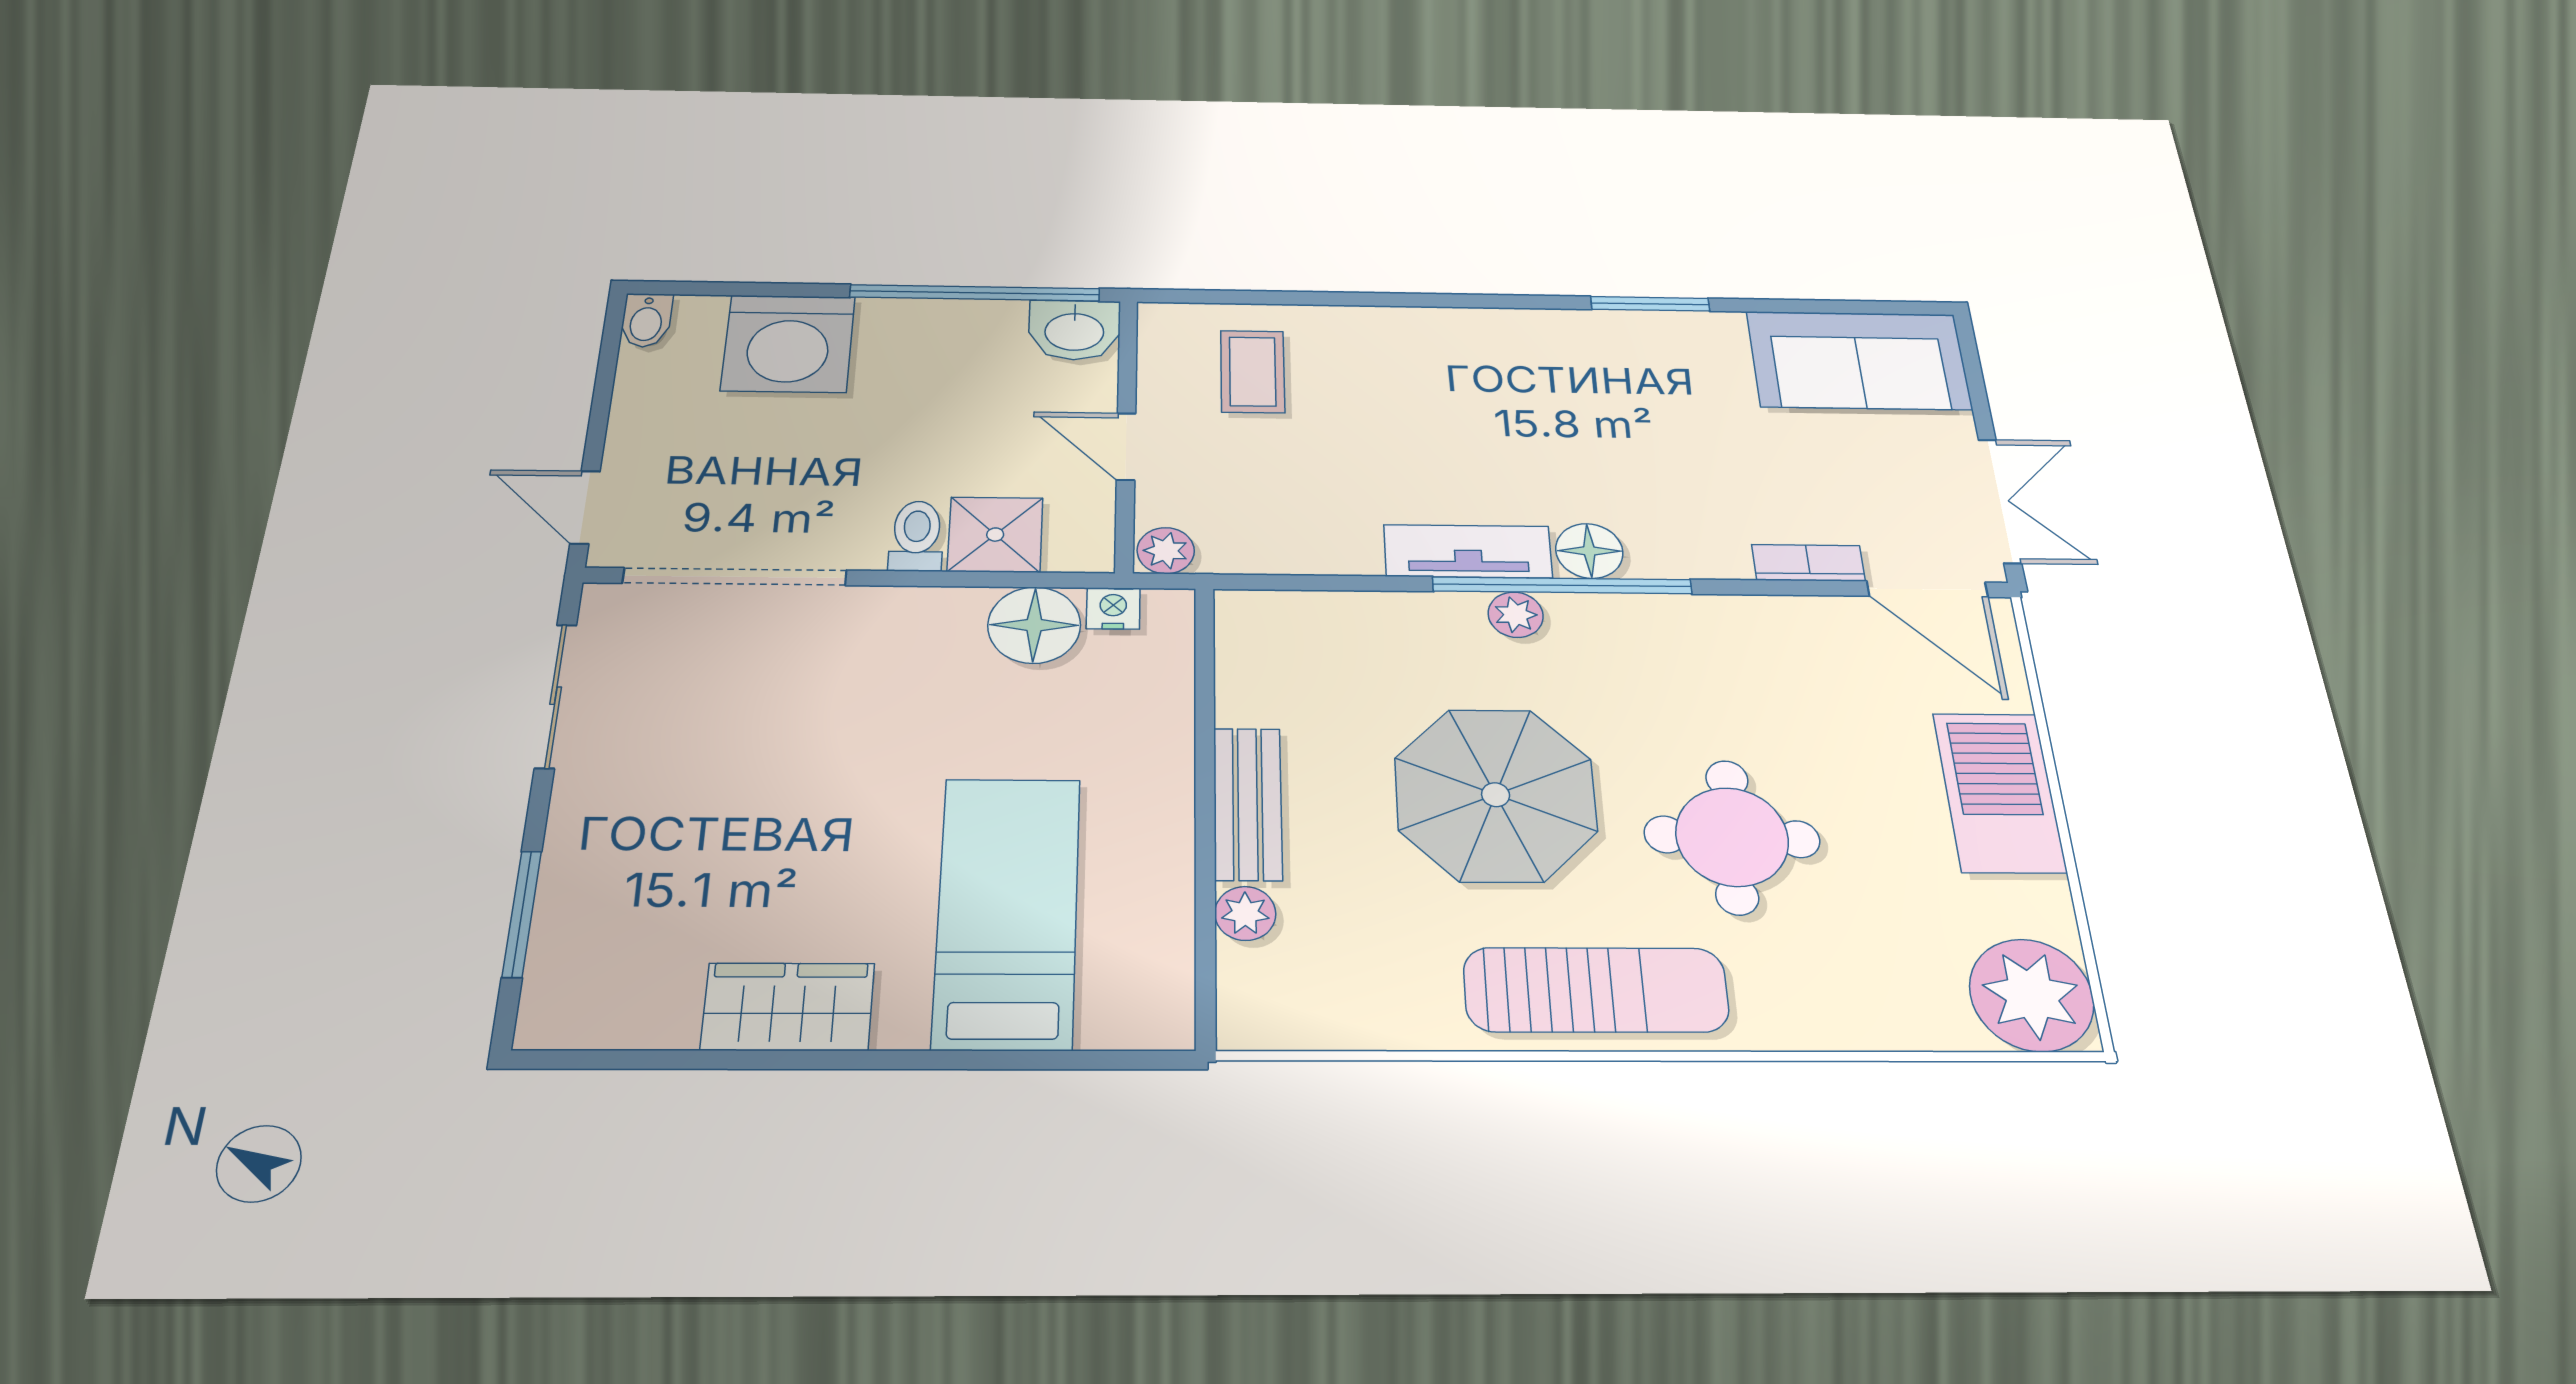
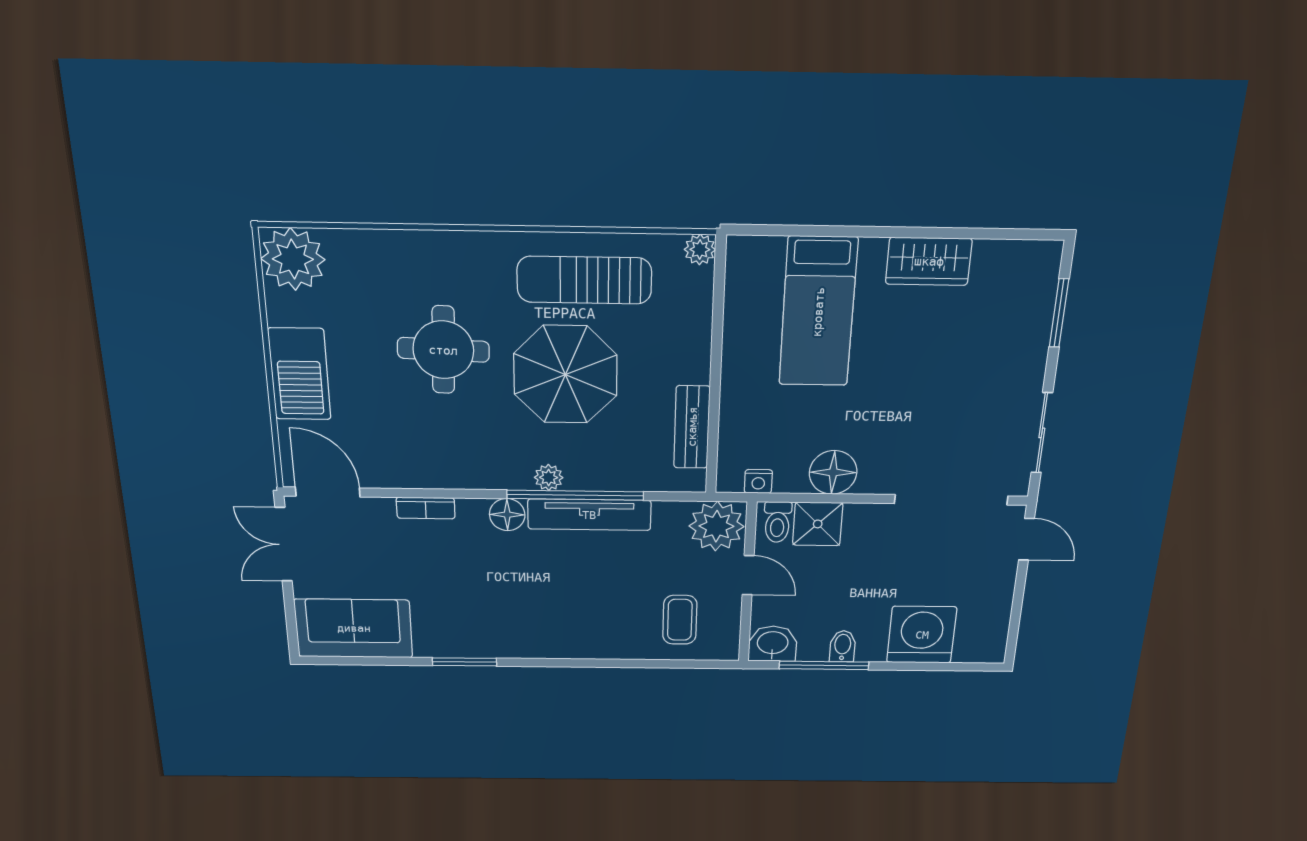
window: (975, 293) -> (824, 665), width x0.68
bidet: (646, 320) -> (843, 646), moved
toilet: (917, 536) -> (777, 522), moved
plant: (1166, 551) -> (716, 526), width x1.87, depth x1.87
tv unit: (1468, 551) -> (589, 515), width x1.41
bookcase: (1808, 563) -> (426, 508), moved
window: (1562, 585) -> (575, 495), moved
floor lamp: (1034, 625) -> (833, 472), moved
bench: (1248, 804) -> (692, 427), moved
plant: (1245, 913) -> (700, 250), moved
sun lounger: (1596, 990) -> (584, 280), moved

